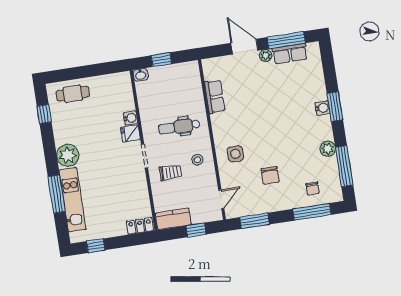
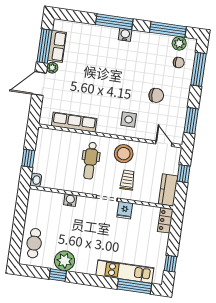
row of seats: (215, 97) -> (74, 122), width x1.48
window: (335, 107) -> (114, 22), width x1.44
water cooler: (322, 108) -> (125, 35), moved
window: (44, 114) -> (58, 275), moved
fridge: (130, 133) -> (125, 210), moved
plant: (328, 149) -> (179, 43), moved
plant: (68, 155) -> (65, 261), moved
stool: (197, 160) -> (124, 154), width x1.89, depth x1.89
window: (57, 194) -> (134, 286), moved

